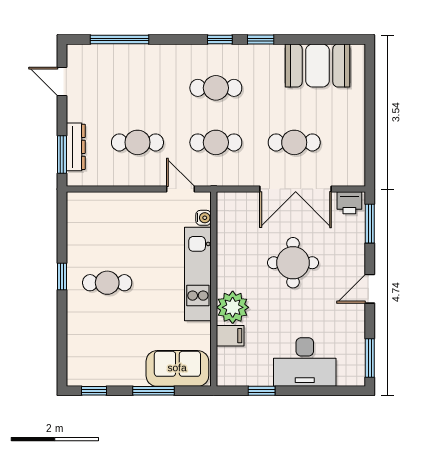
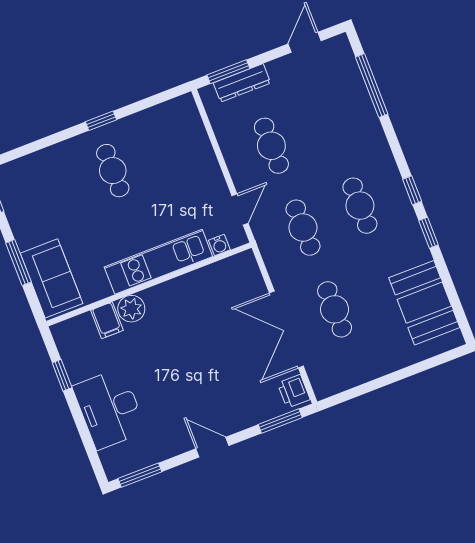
round table: (293, 263) -> (208, 357), removed
plant: (233, 307) -> (131, 309), width x0.73, depth x0.73

